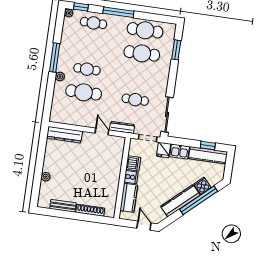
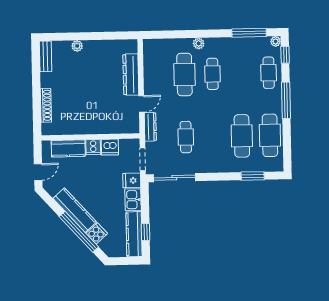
window: (55, 57) -> (249, 33), moved
dresser: (65, 135) -> (131, 75), moved
bench: (63, 206) -> (46, 56), moved

